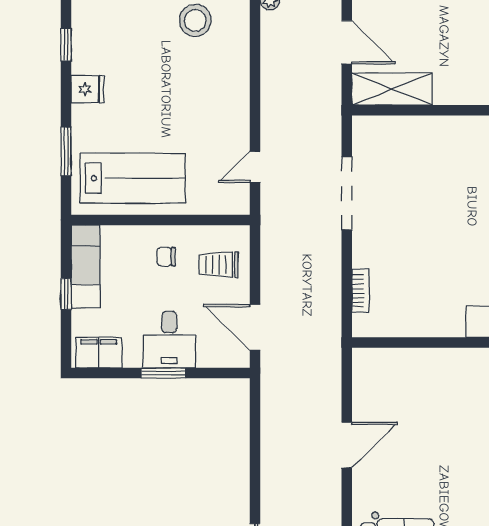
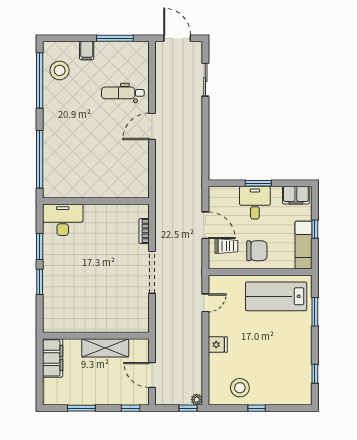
fridge: (87, 89) -> (218, 345), moved, turned 180
shelving: (392, 89) -> (105, 348), moved
doorway: (347, 193) -> (152, 272), moved
chair: (166, 257) -> (257, 251), width x1.87, depth x1.87
door: (255, 327) -> (205, 225), moved
door: (347, 445) -> (152, 126), moved

